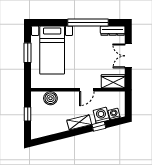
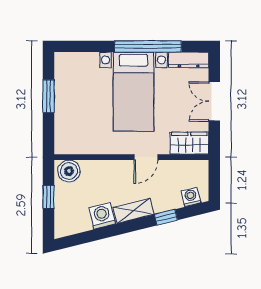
bed with nightstands: (52, 50) -> (133, 92), moved
boiler: (50, 98) -> (69, 171), moved
washing machine: (101, 115) -> (102, 216), moved

